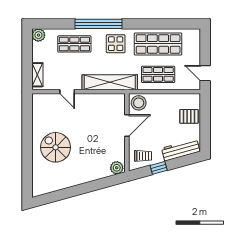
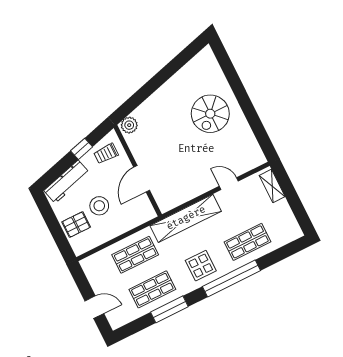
window: (153, 24) -> (169, 309), added
plant: (38, 35) -> (293, 232), removed
shop shelf: (158, 44) -> (152, 289), width x0.70, depth x0.74
door: (205, 73) -> (94, 307), moved
stool: (139, 103) -> (99, 206), moved
spiral stairs: (56, 147) -> (210, 114), turned 90

